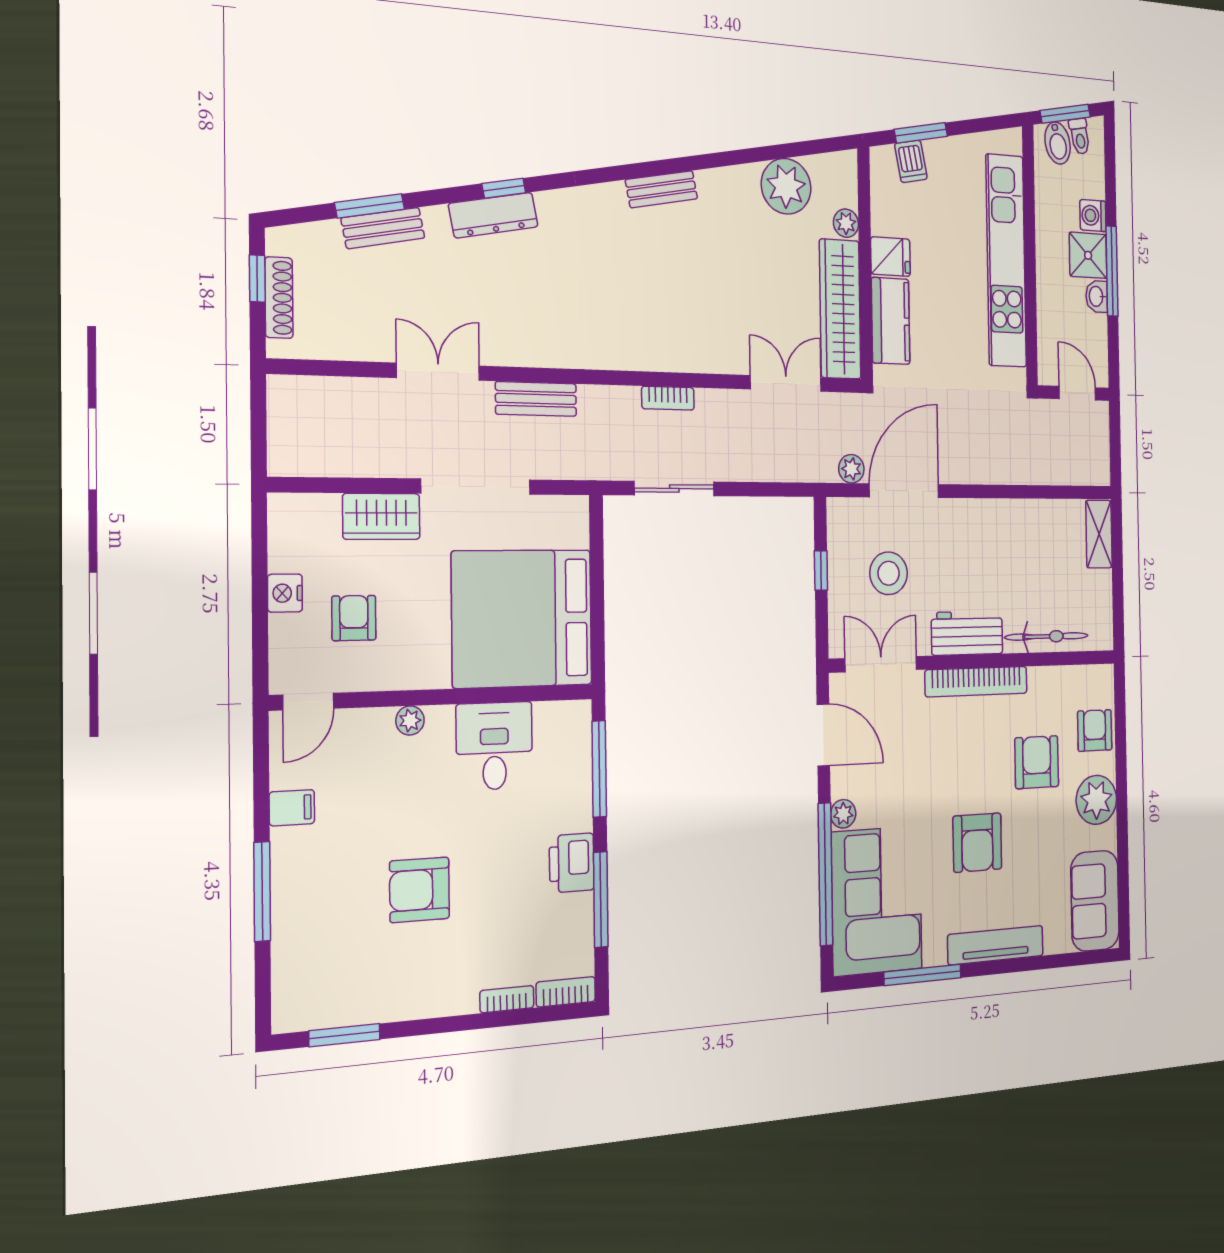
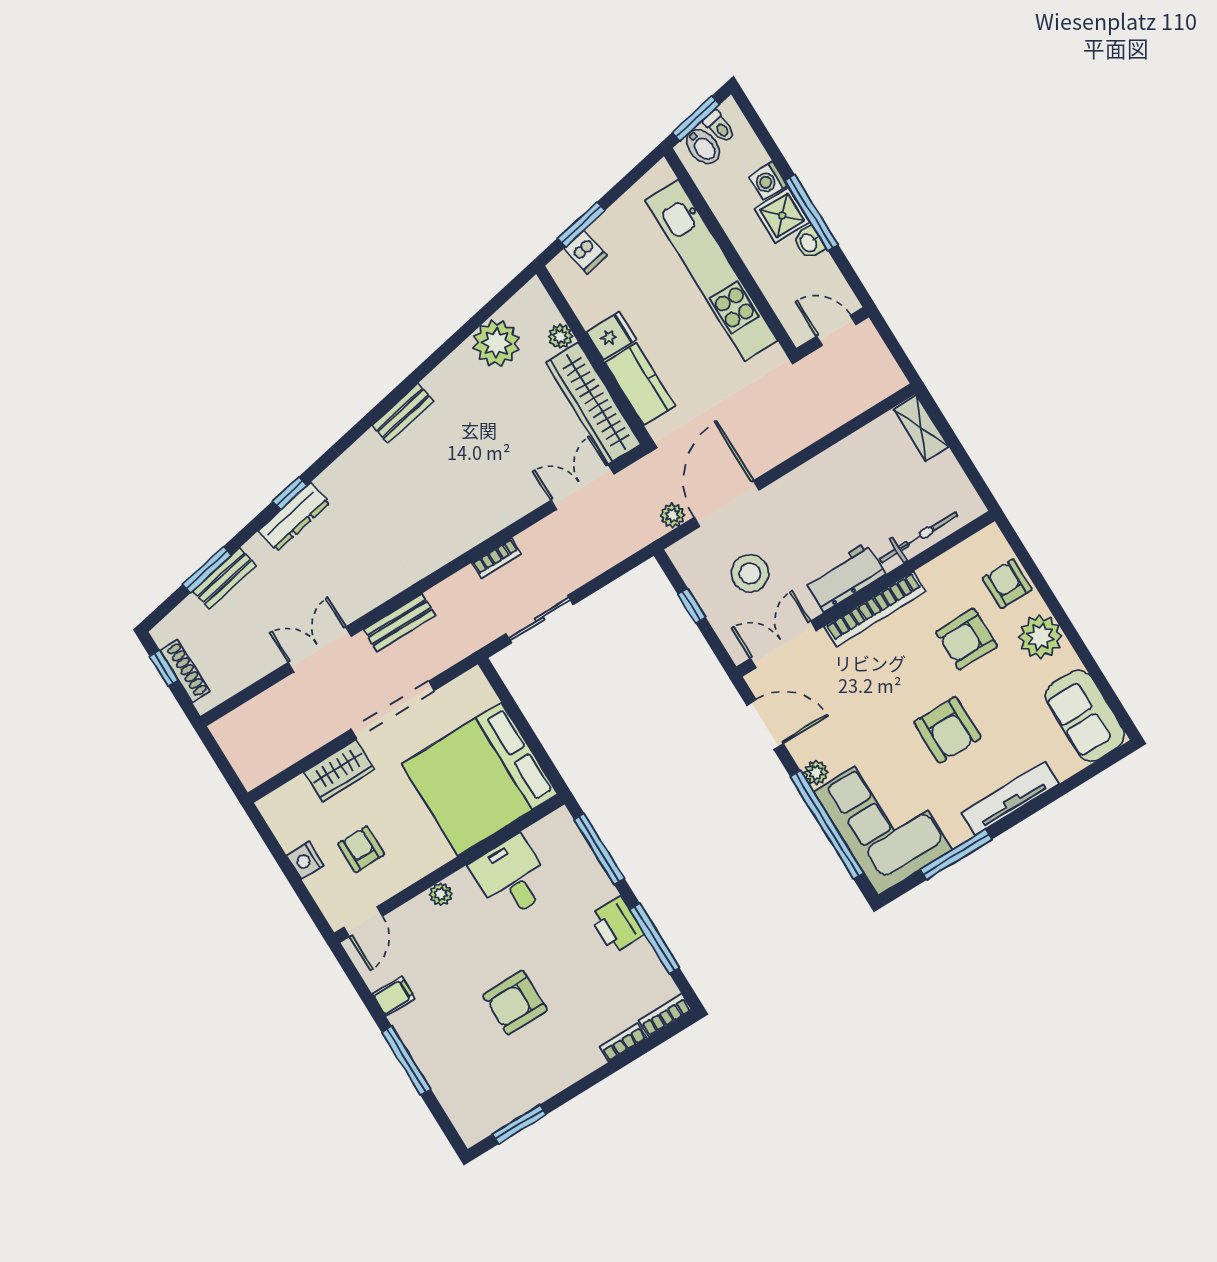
armchair: (1037, 762) -> (967, 639), turned -90

